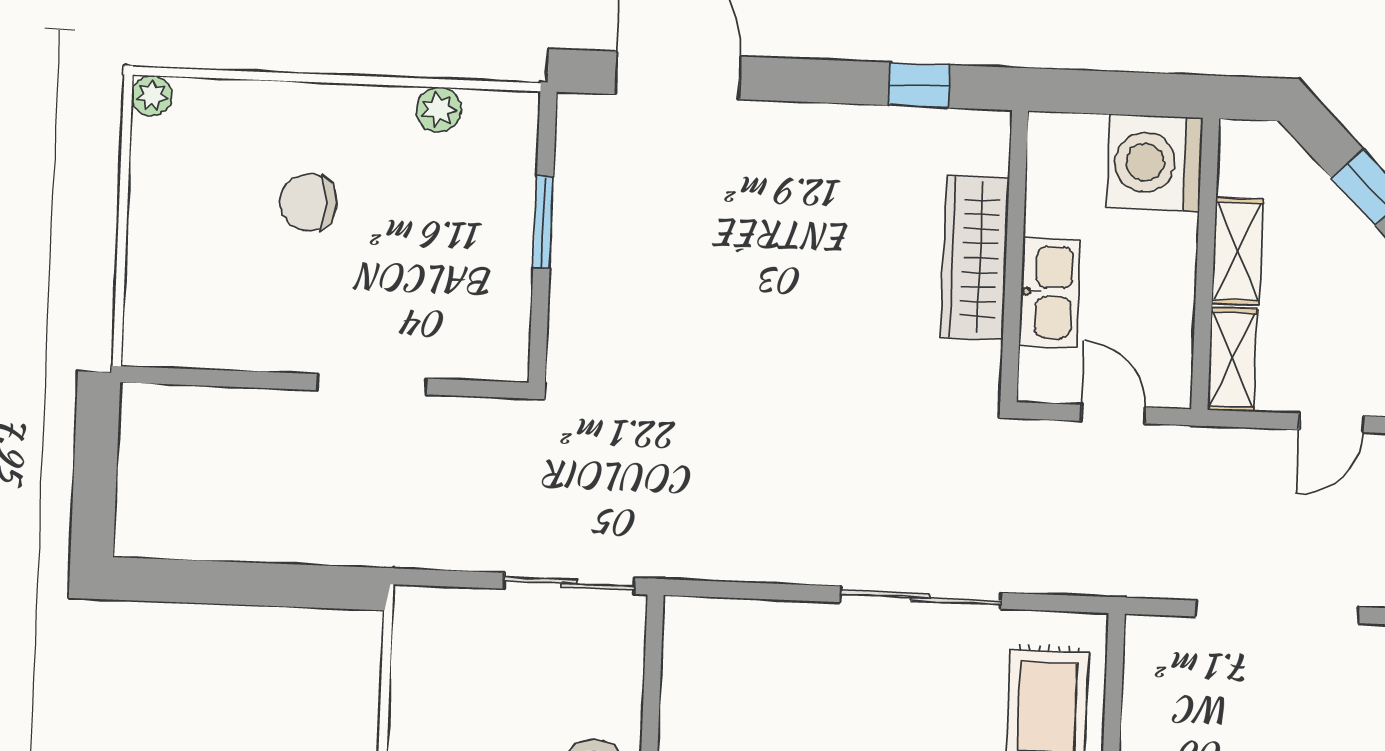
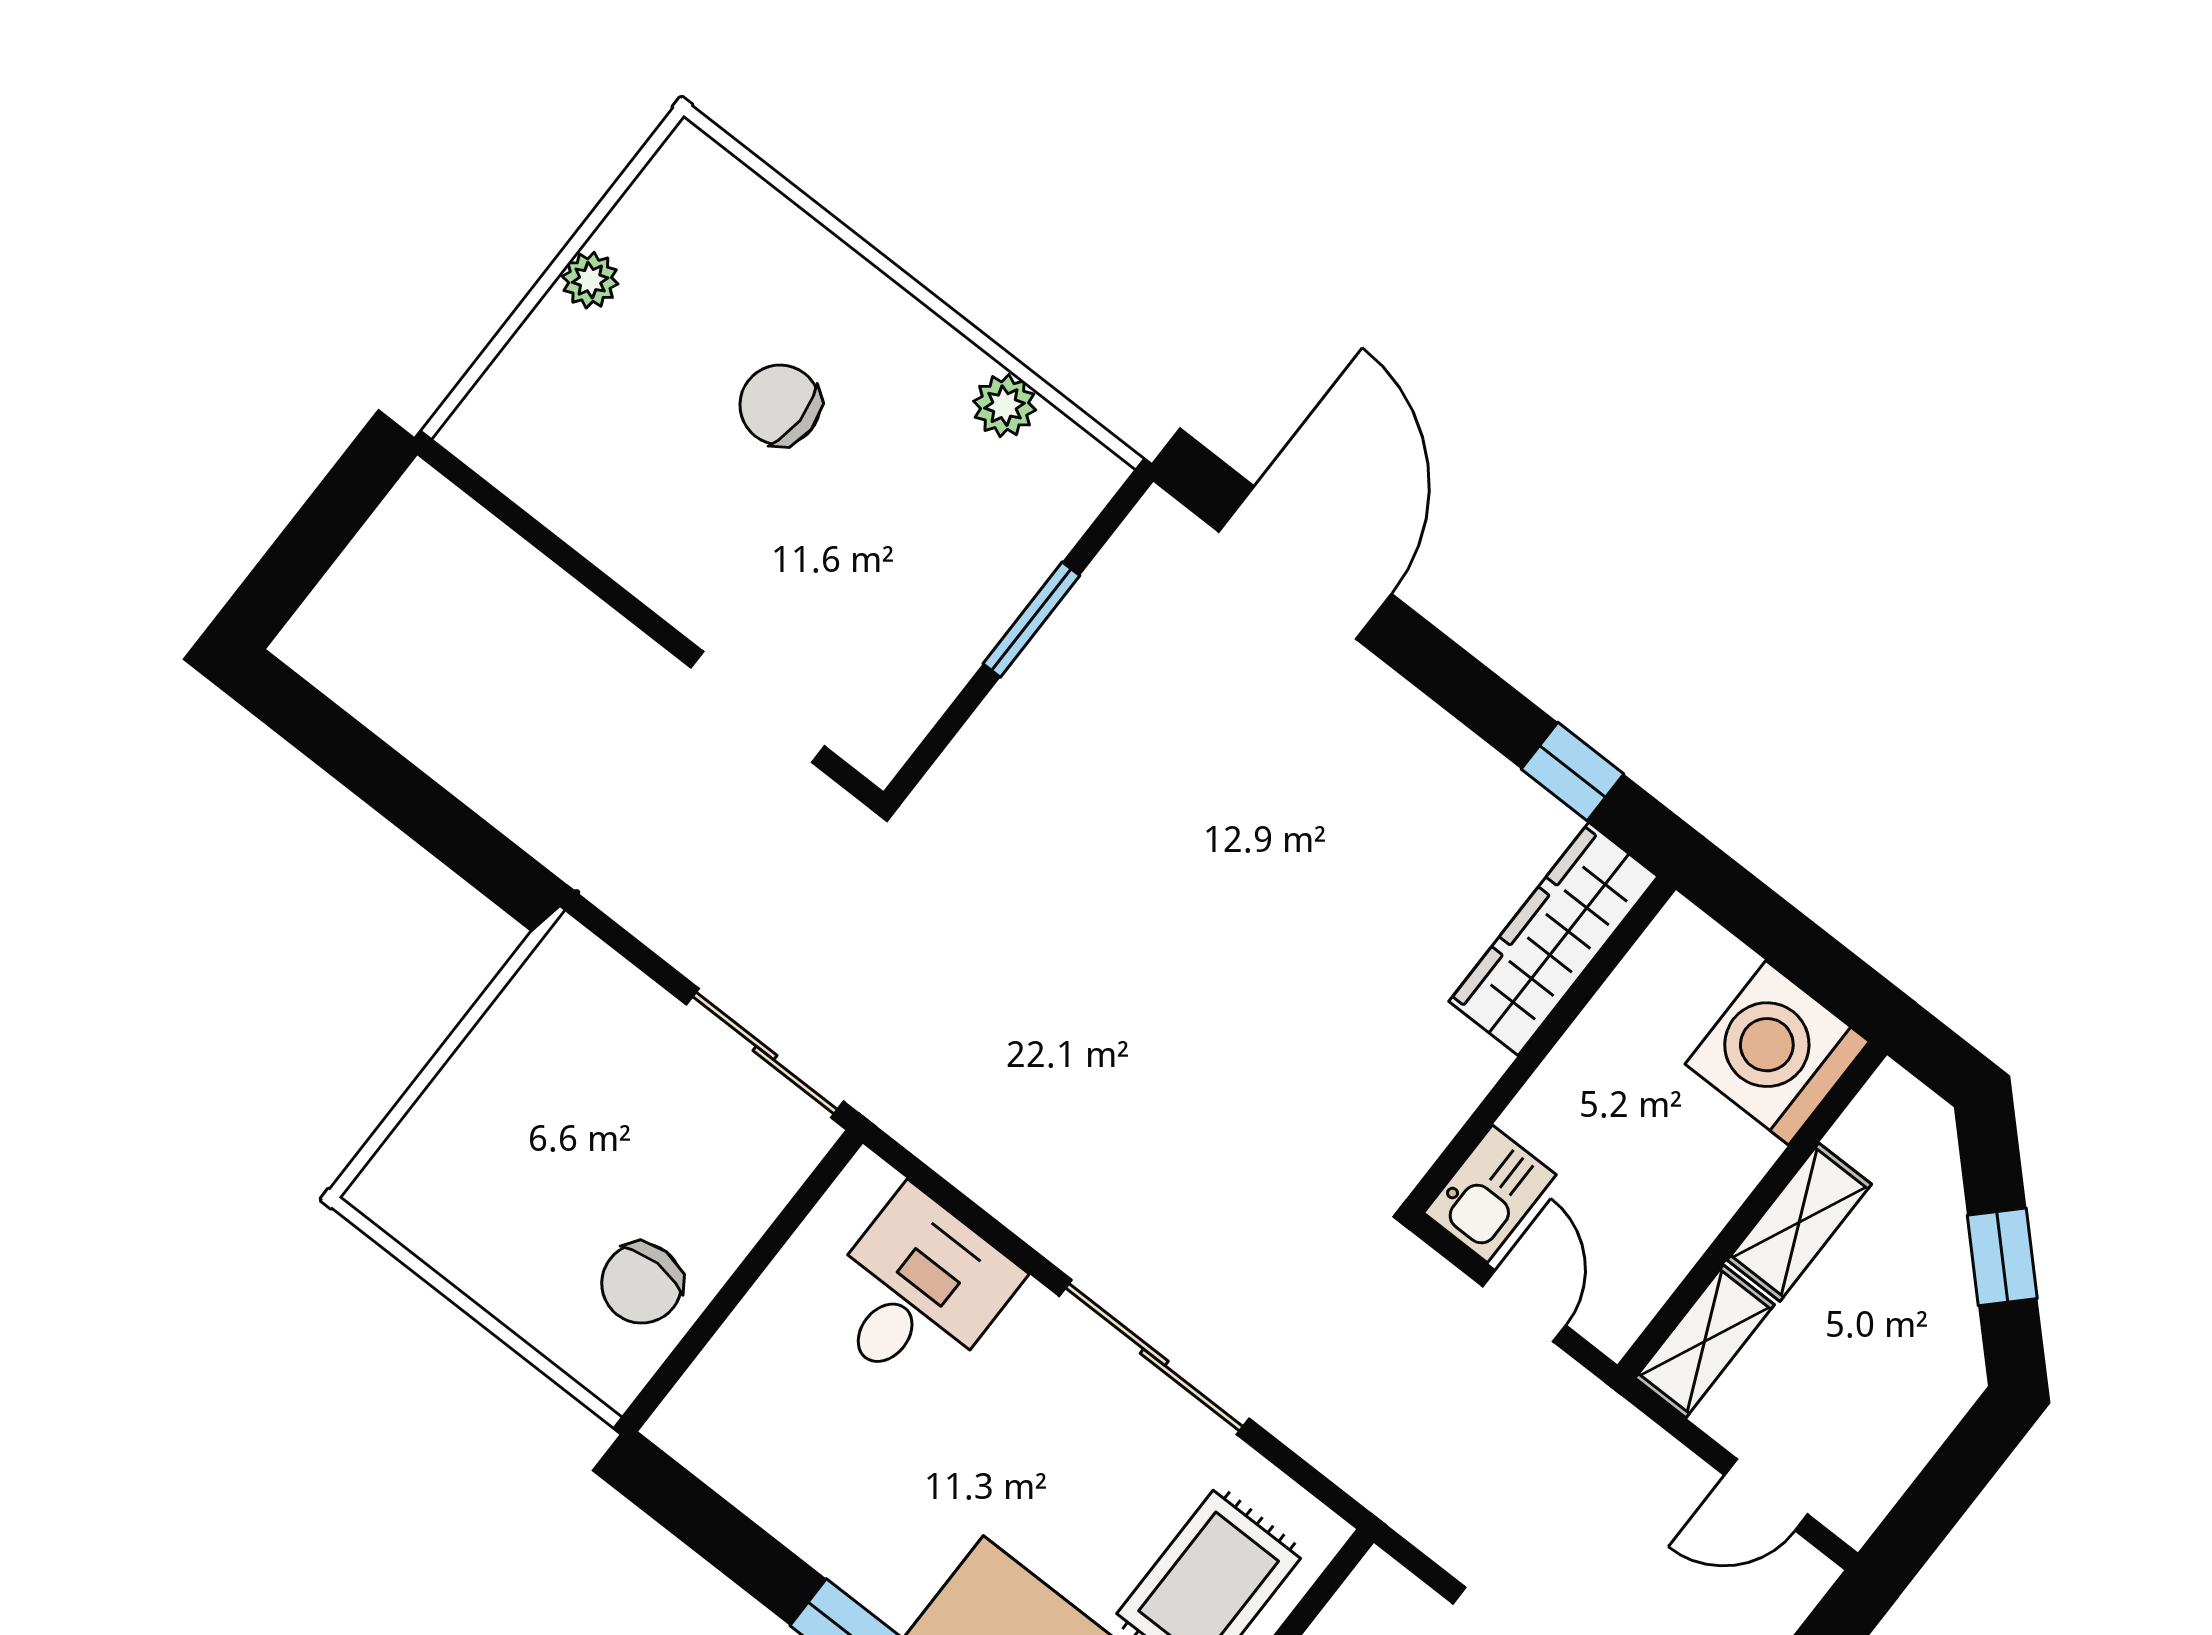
plant: (152, 96) -> (590, 280), moved
wardrobe: (975, 258) -> (1553, 939), moved
kitchen sink: (1050, 292) -> (1490, 1194), moved, width x0.73
doorway: (372, 384) -> (758, 707), moved
desk: (756, 658) -> (917, 1292), added

